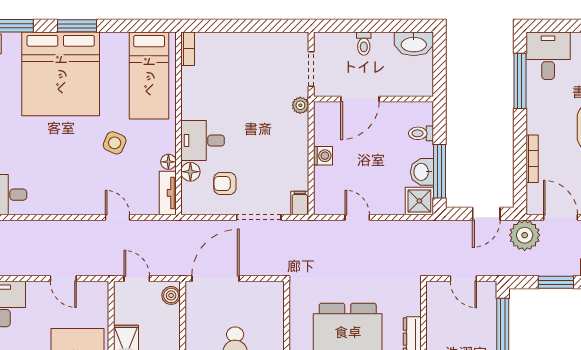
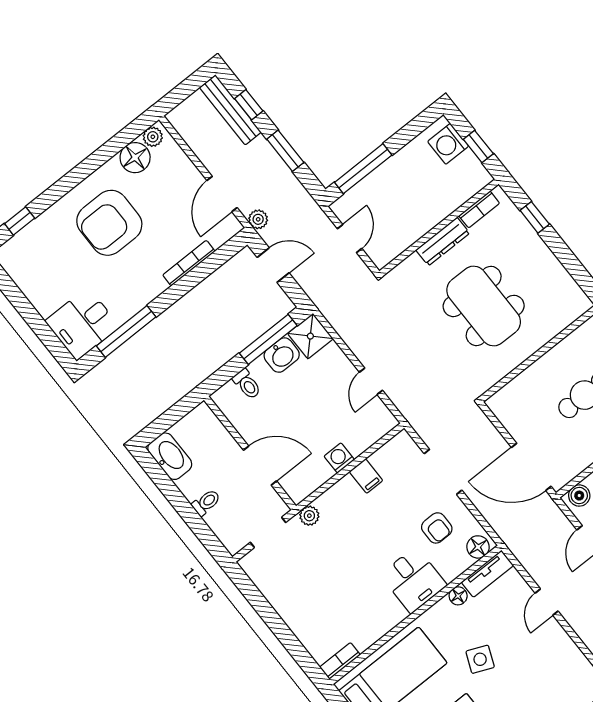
floor lamp: (190, 172) -> (478, 547), moved
filing cabinet: (300, 203) -> (366, 476), moved, turned -90
plant: (525, 235) -> (258, 219), width x0.53, depth x0.53

